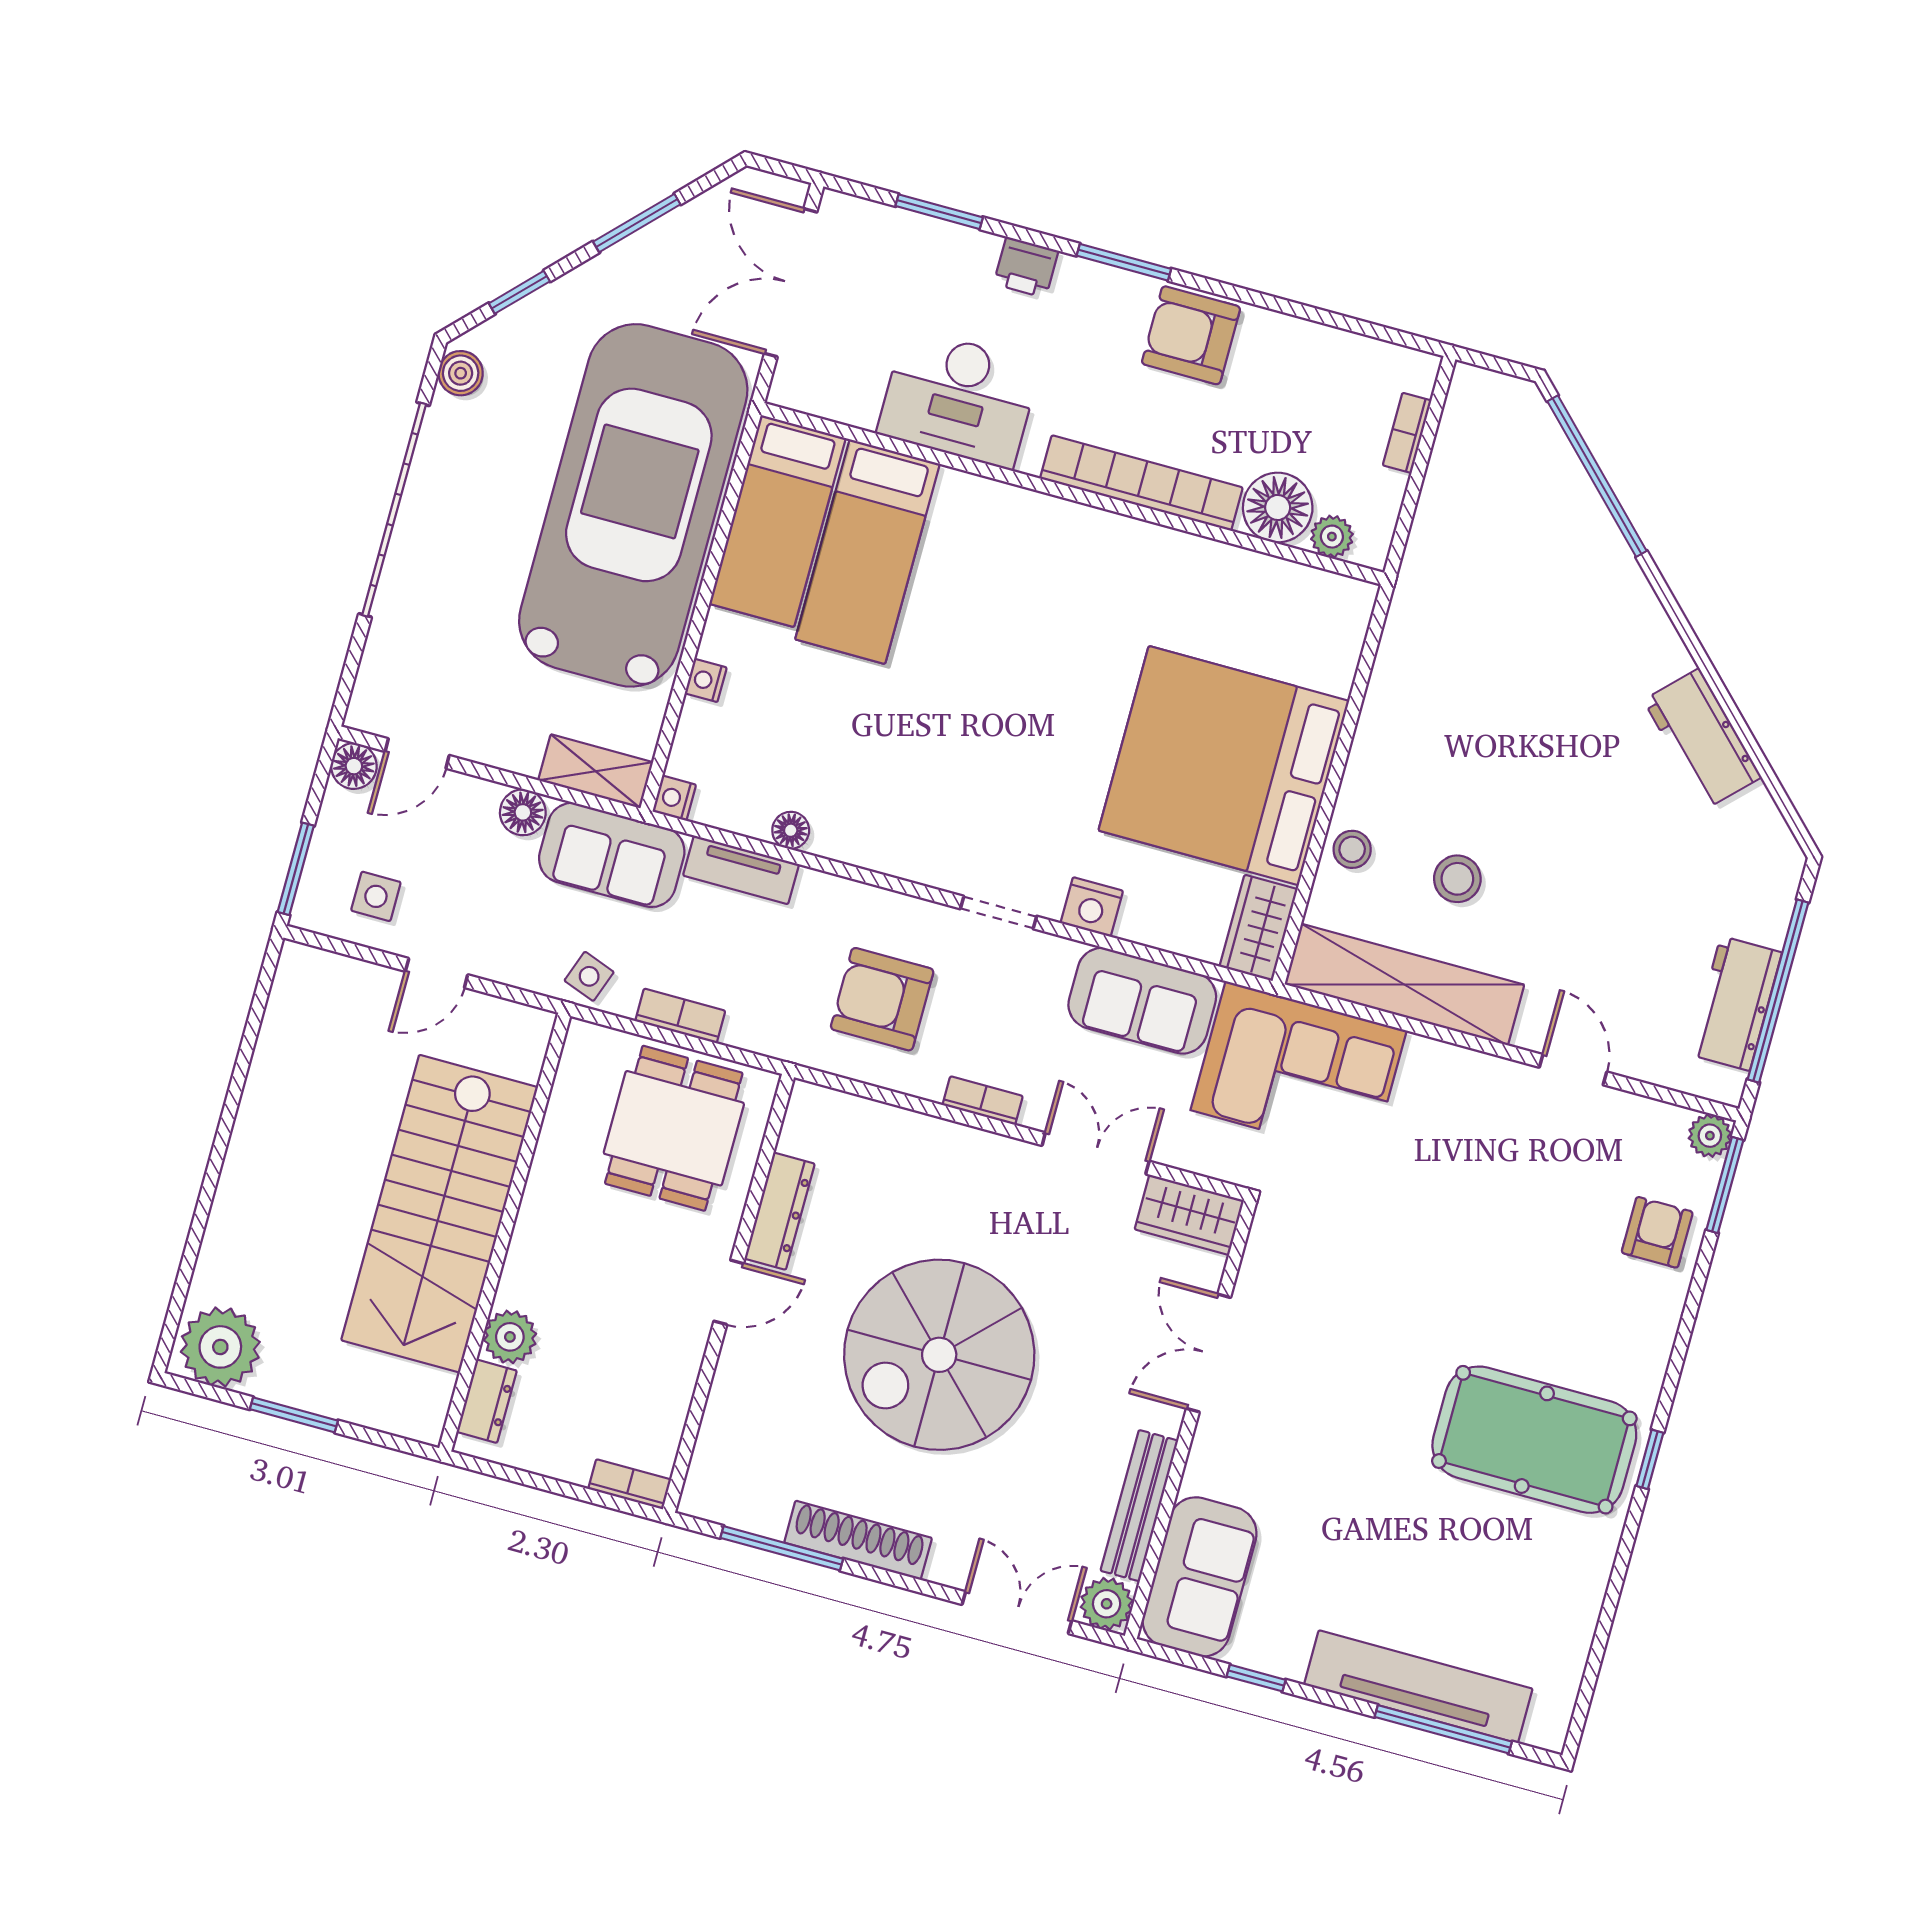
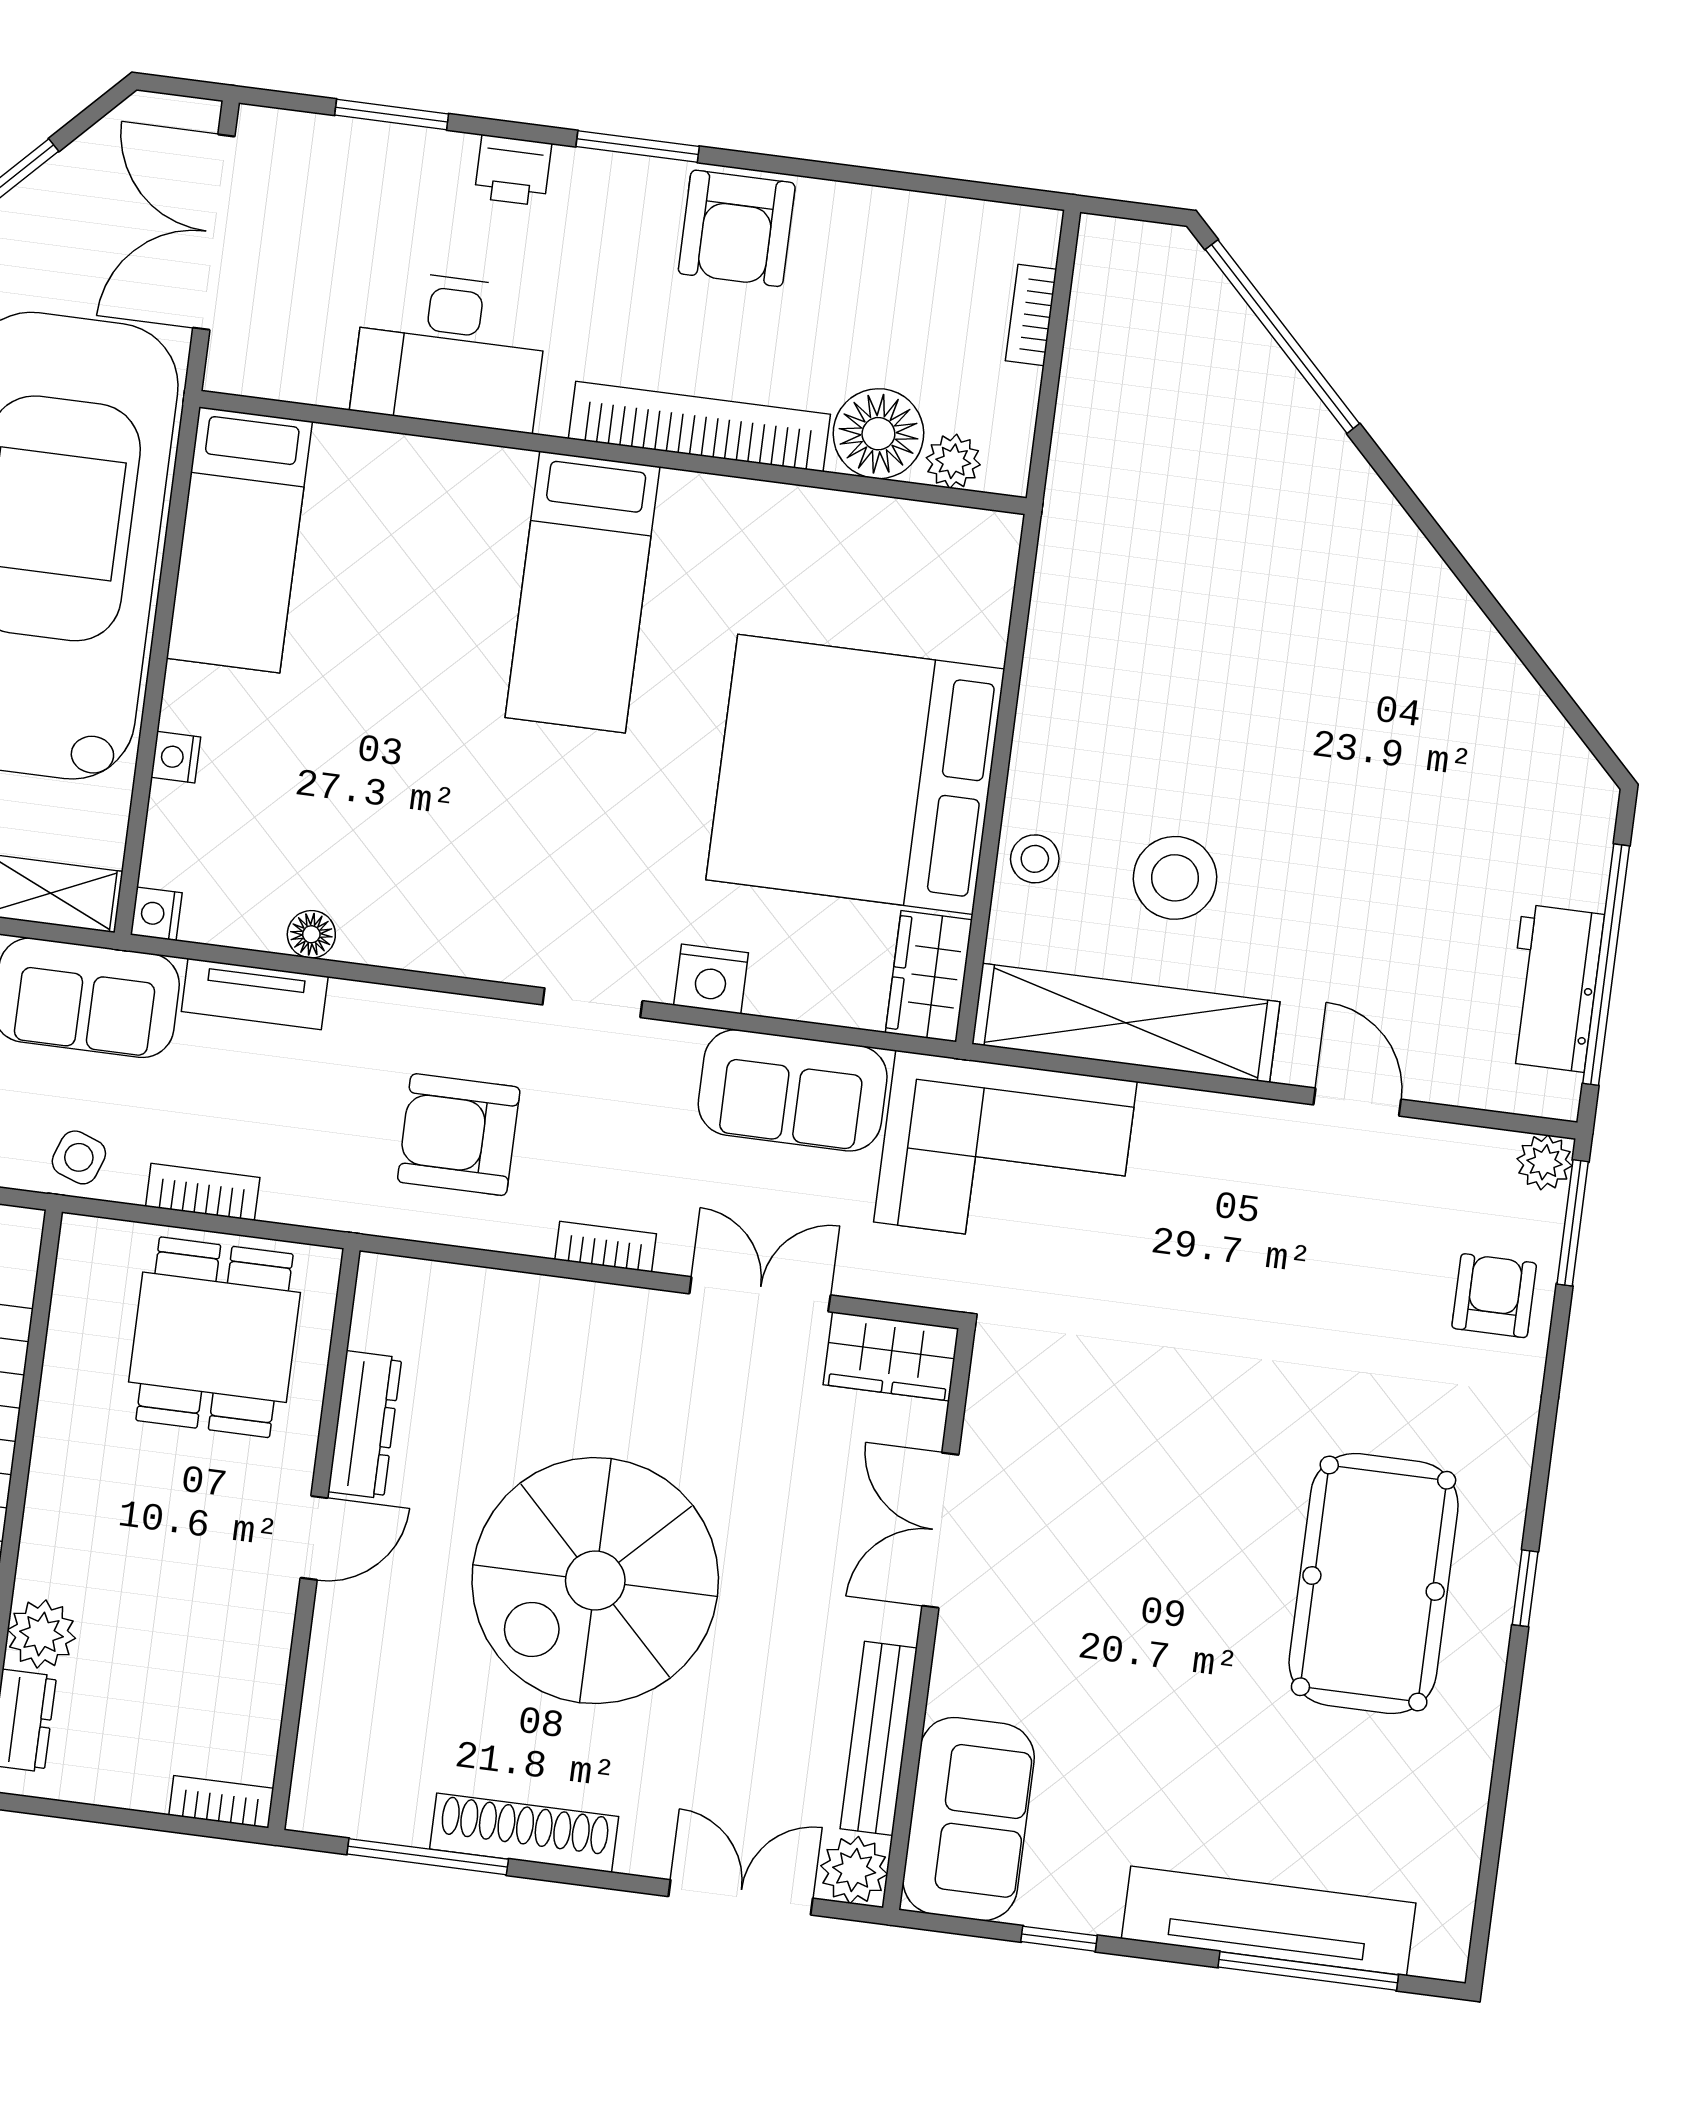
armchair: (1191, 335) -> (737, 228), turned -90
bed: (867, 552) -> (582, 592), moved
workbench: (1702, 739) -> (1464, 655), removed
stool: (1457, 879) -> (1175, 878), width x1.38, depth x1.38
pool table: (1534, 1440) -> (1374, 1584), turned 90

